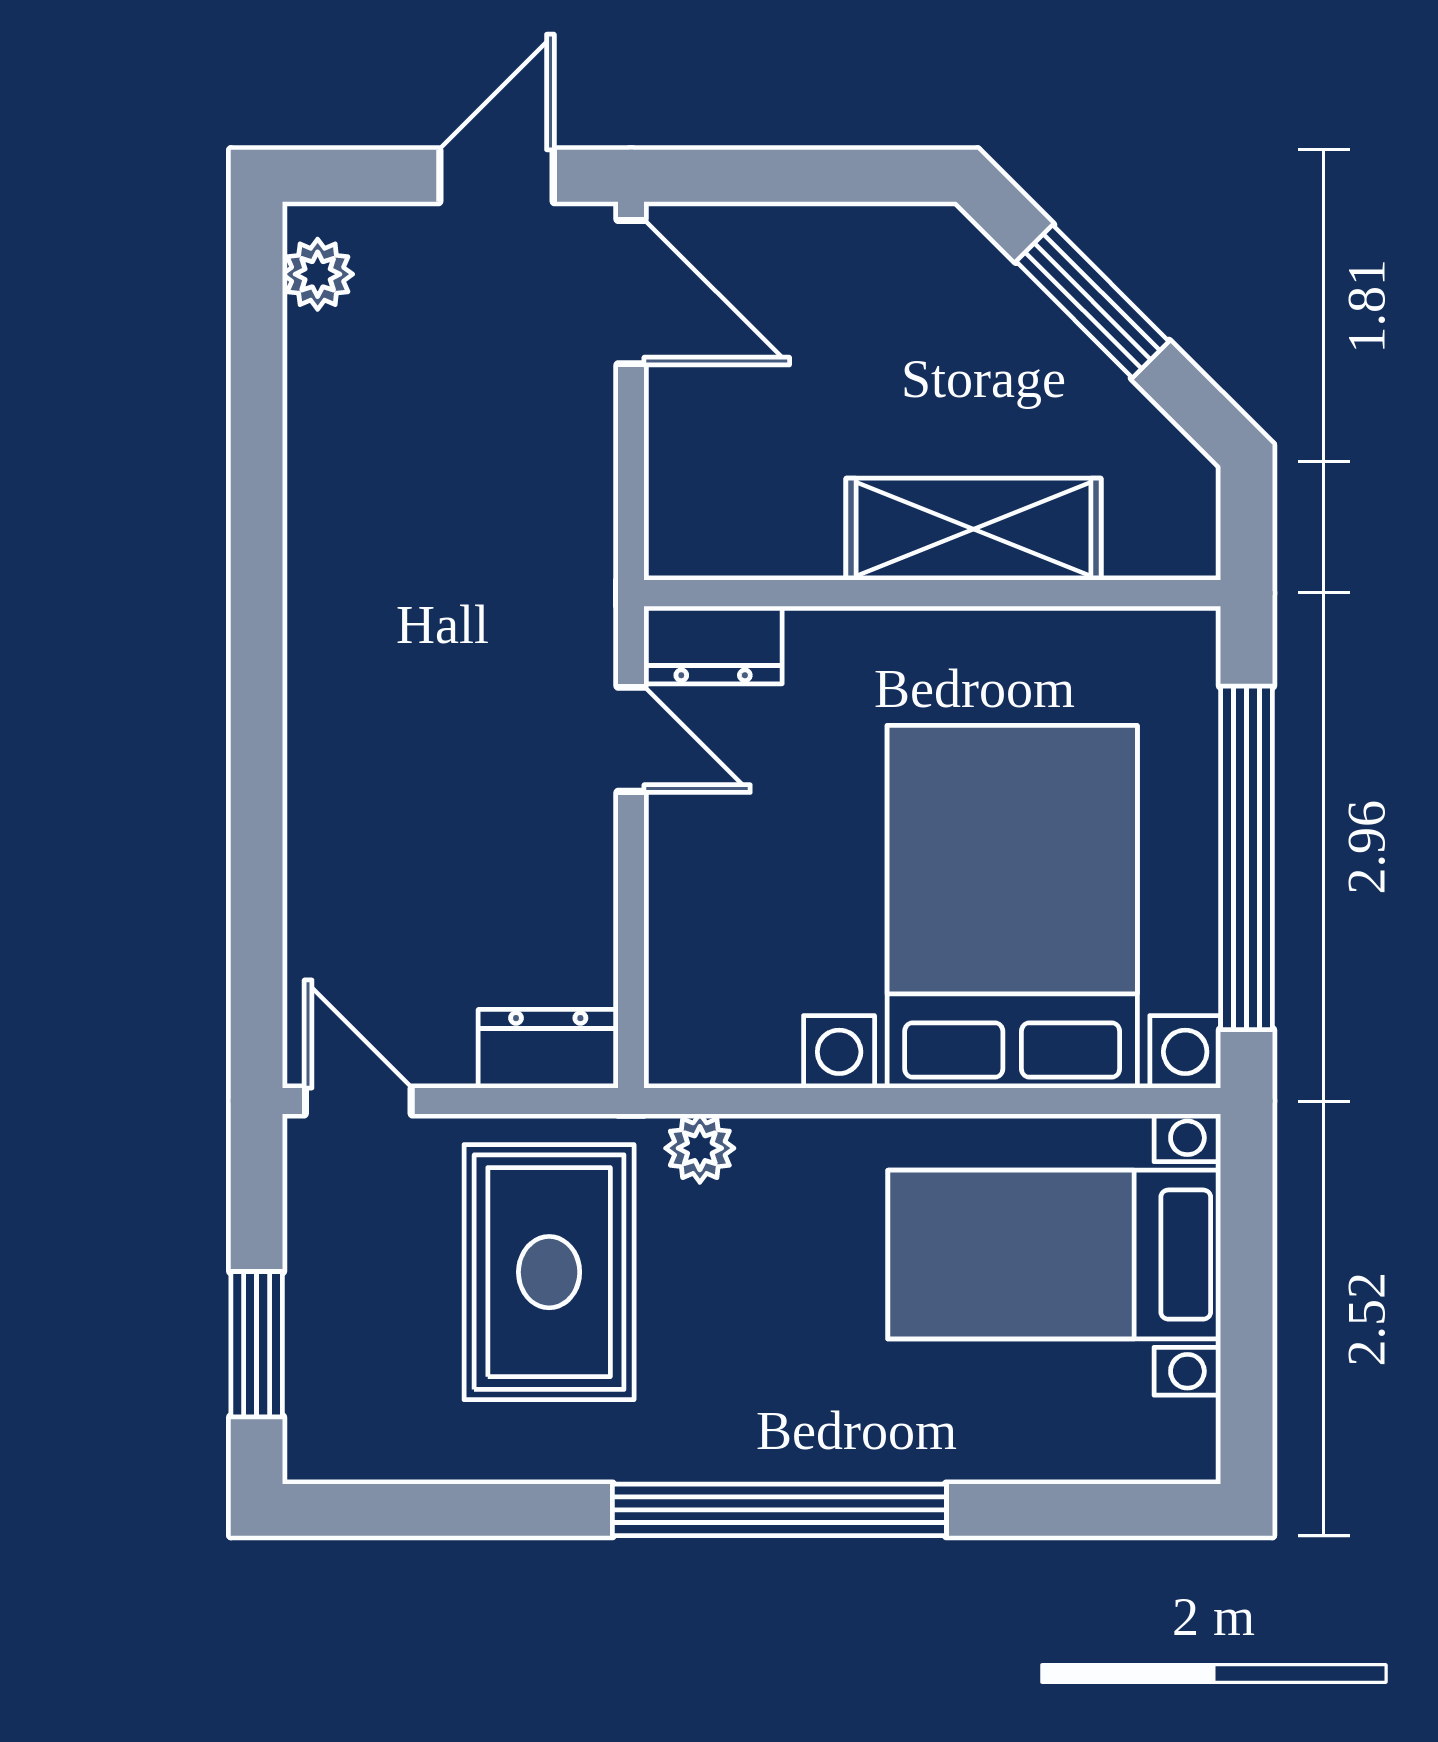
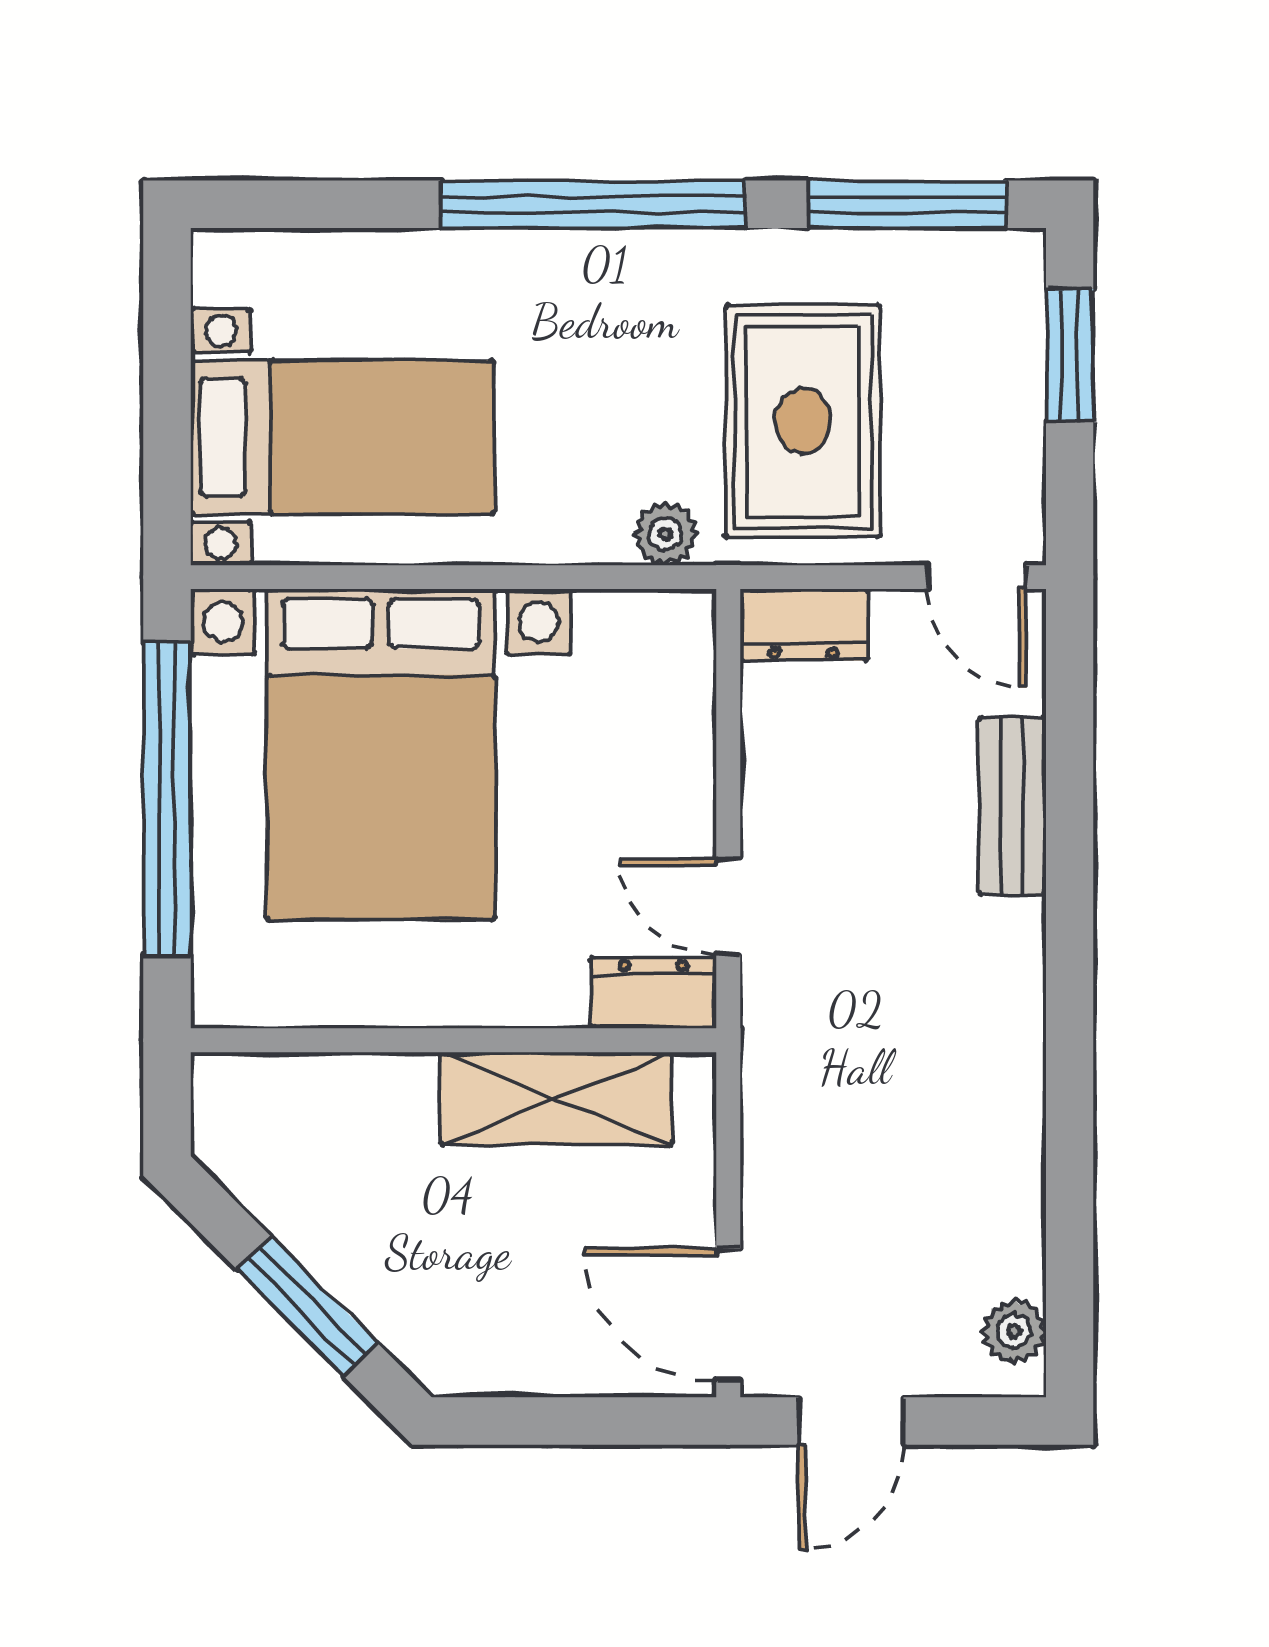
shelving: (973, 529) -> (556, 1099), moved
bench: (320, 850) -> (1012, 806), added
window: (434, 1510) -> (907, 204), added

